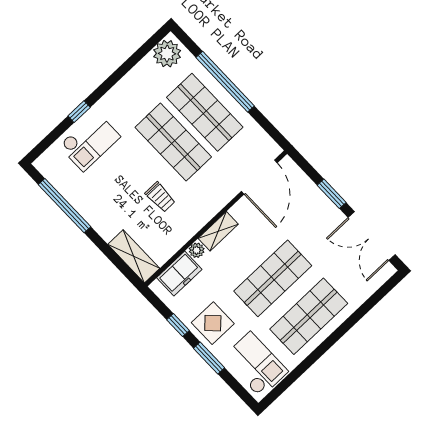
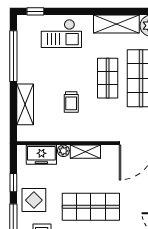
shelving: (133, 83) -> (116, 24), added
window: (79, 112) -> (35, 11), moved
shop shelf: (173, 142) -> (108, 78), width x0.70, depth x0.74
shelving: (134, 256) -> (25, 104), moved

